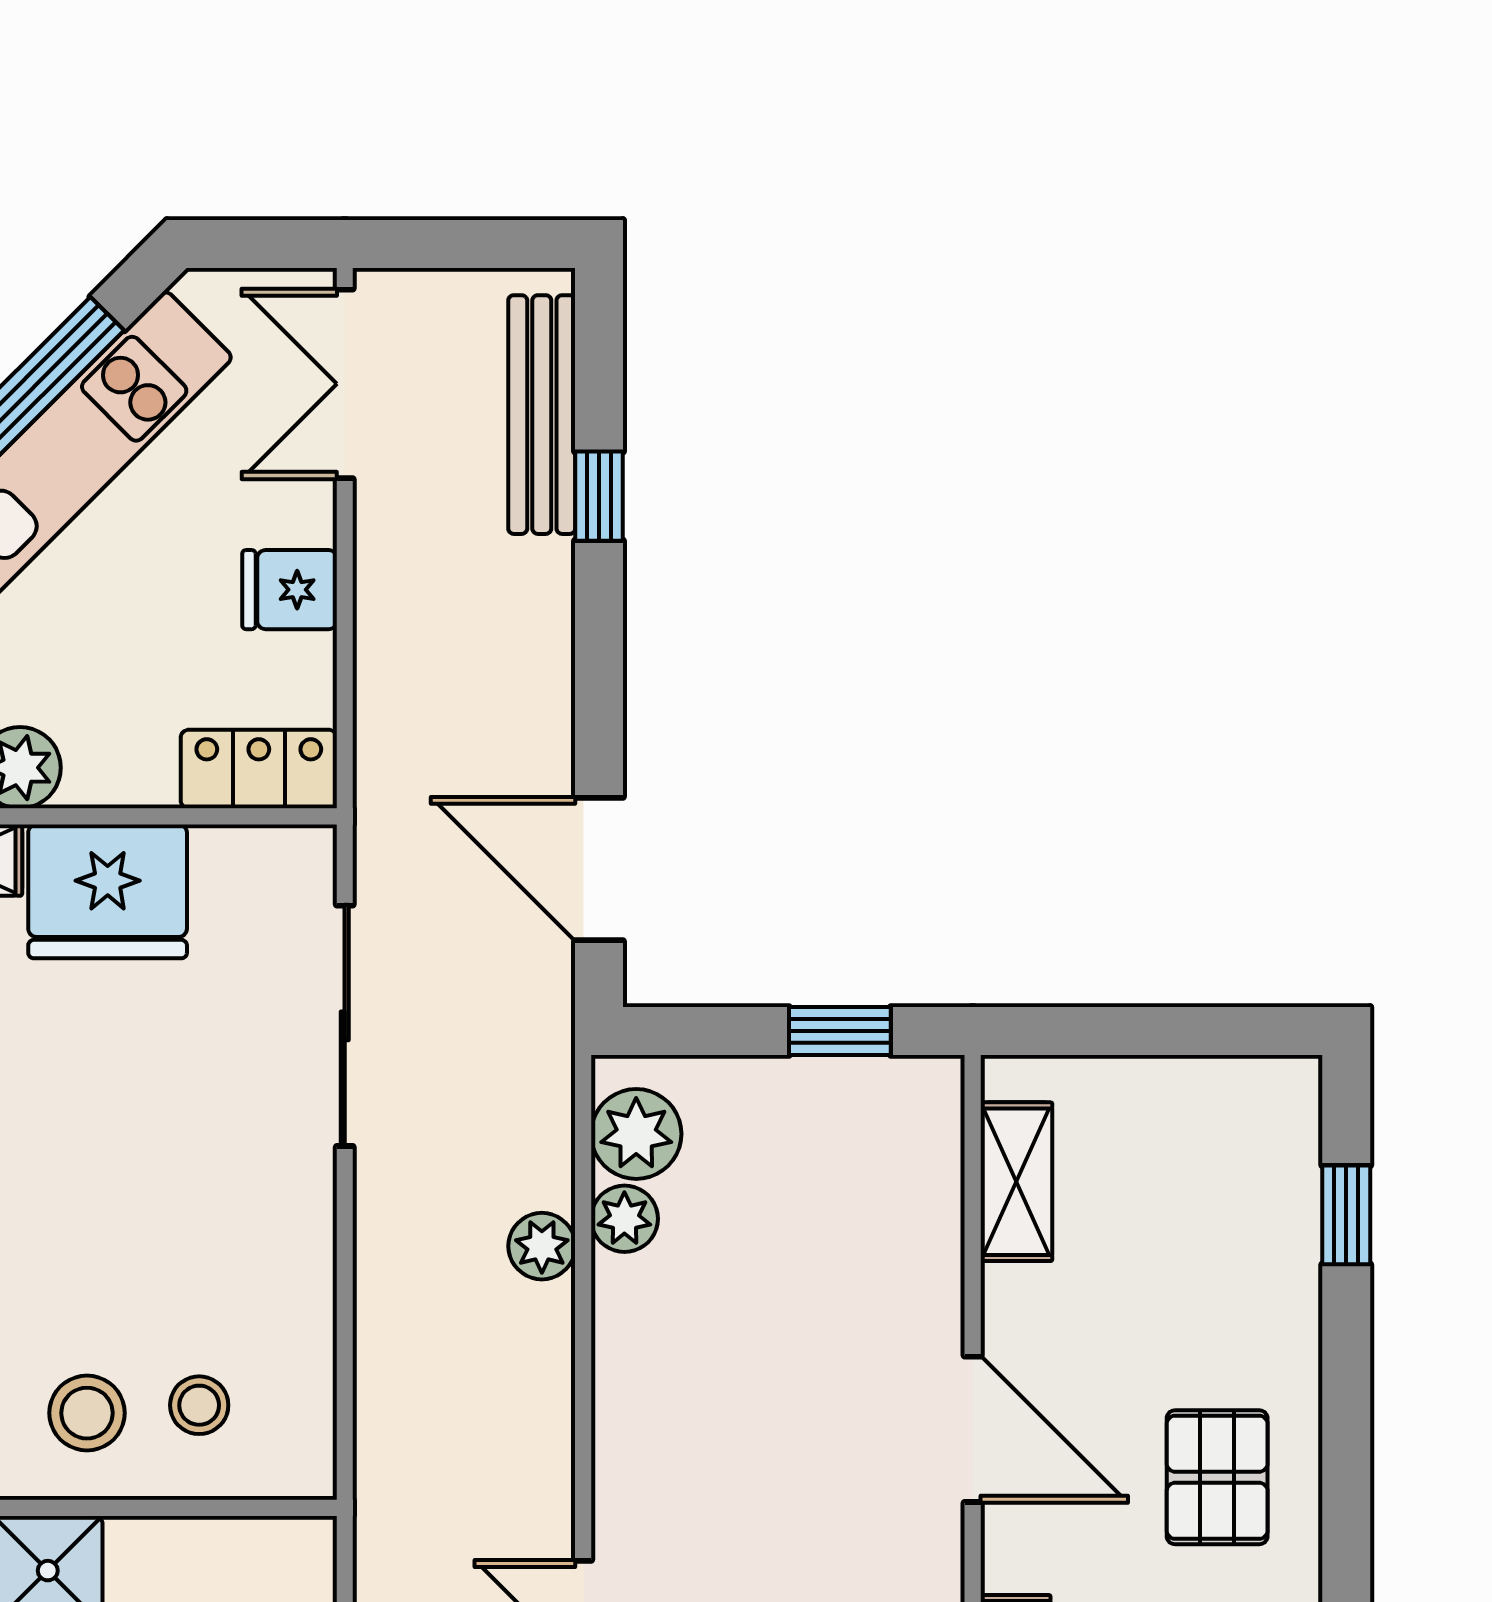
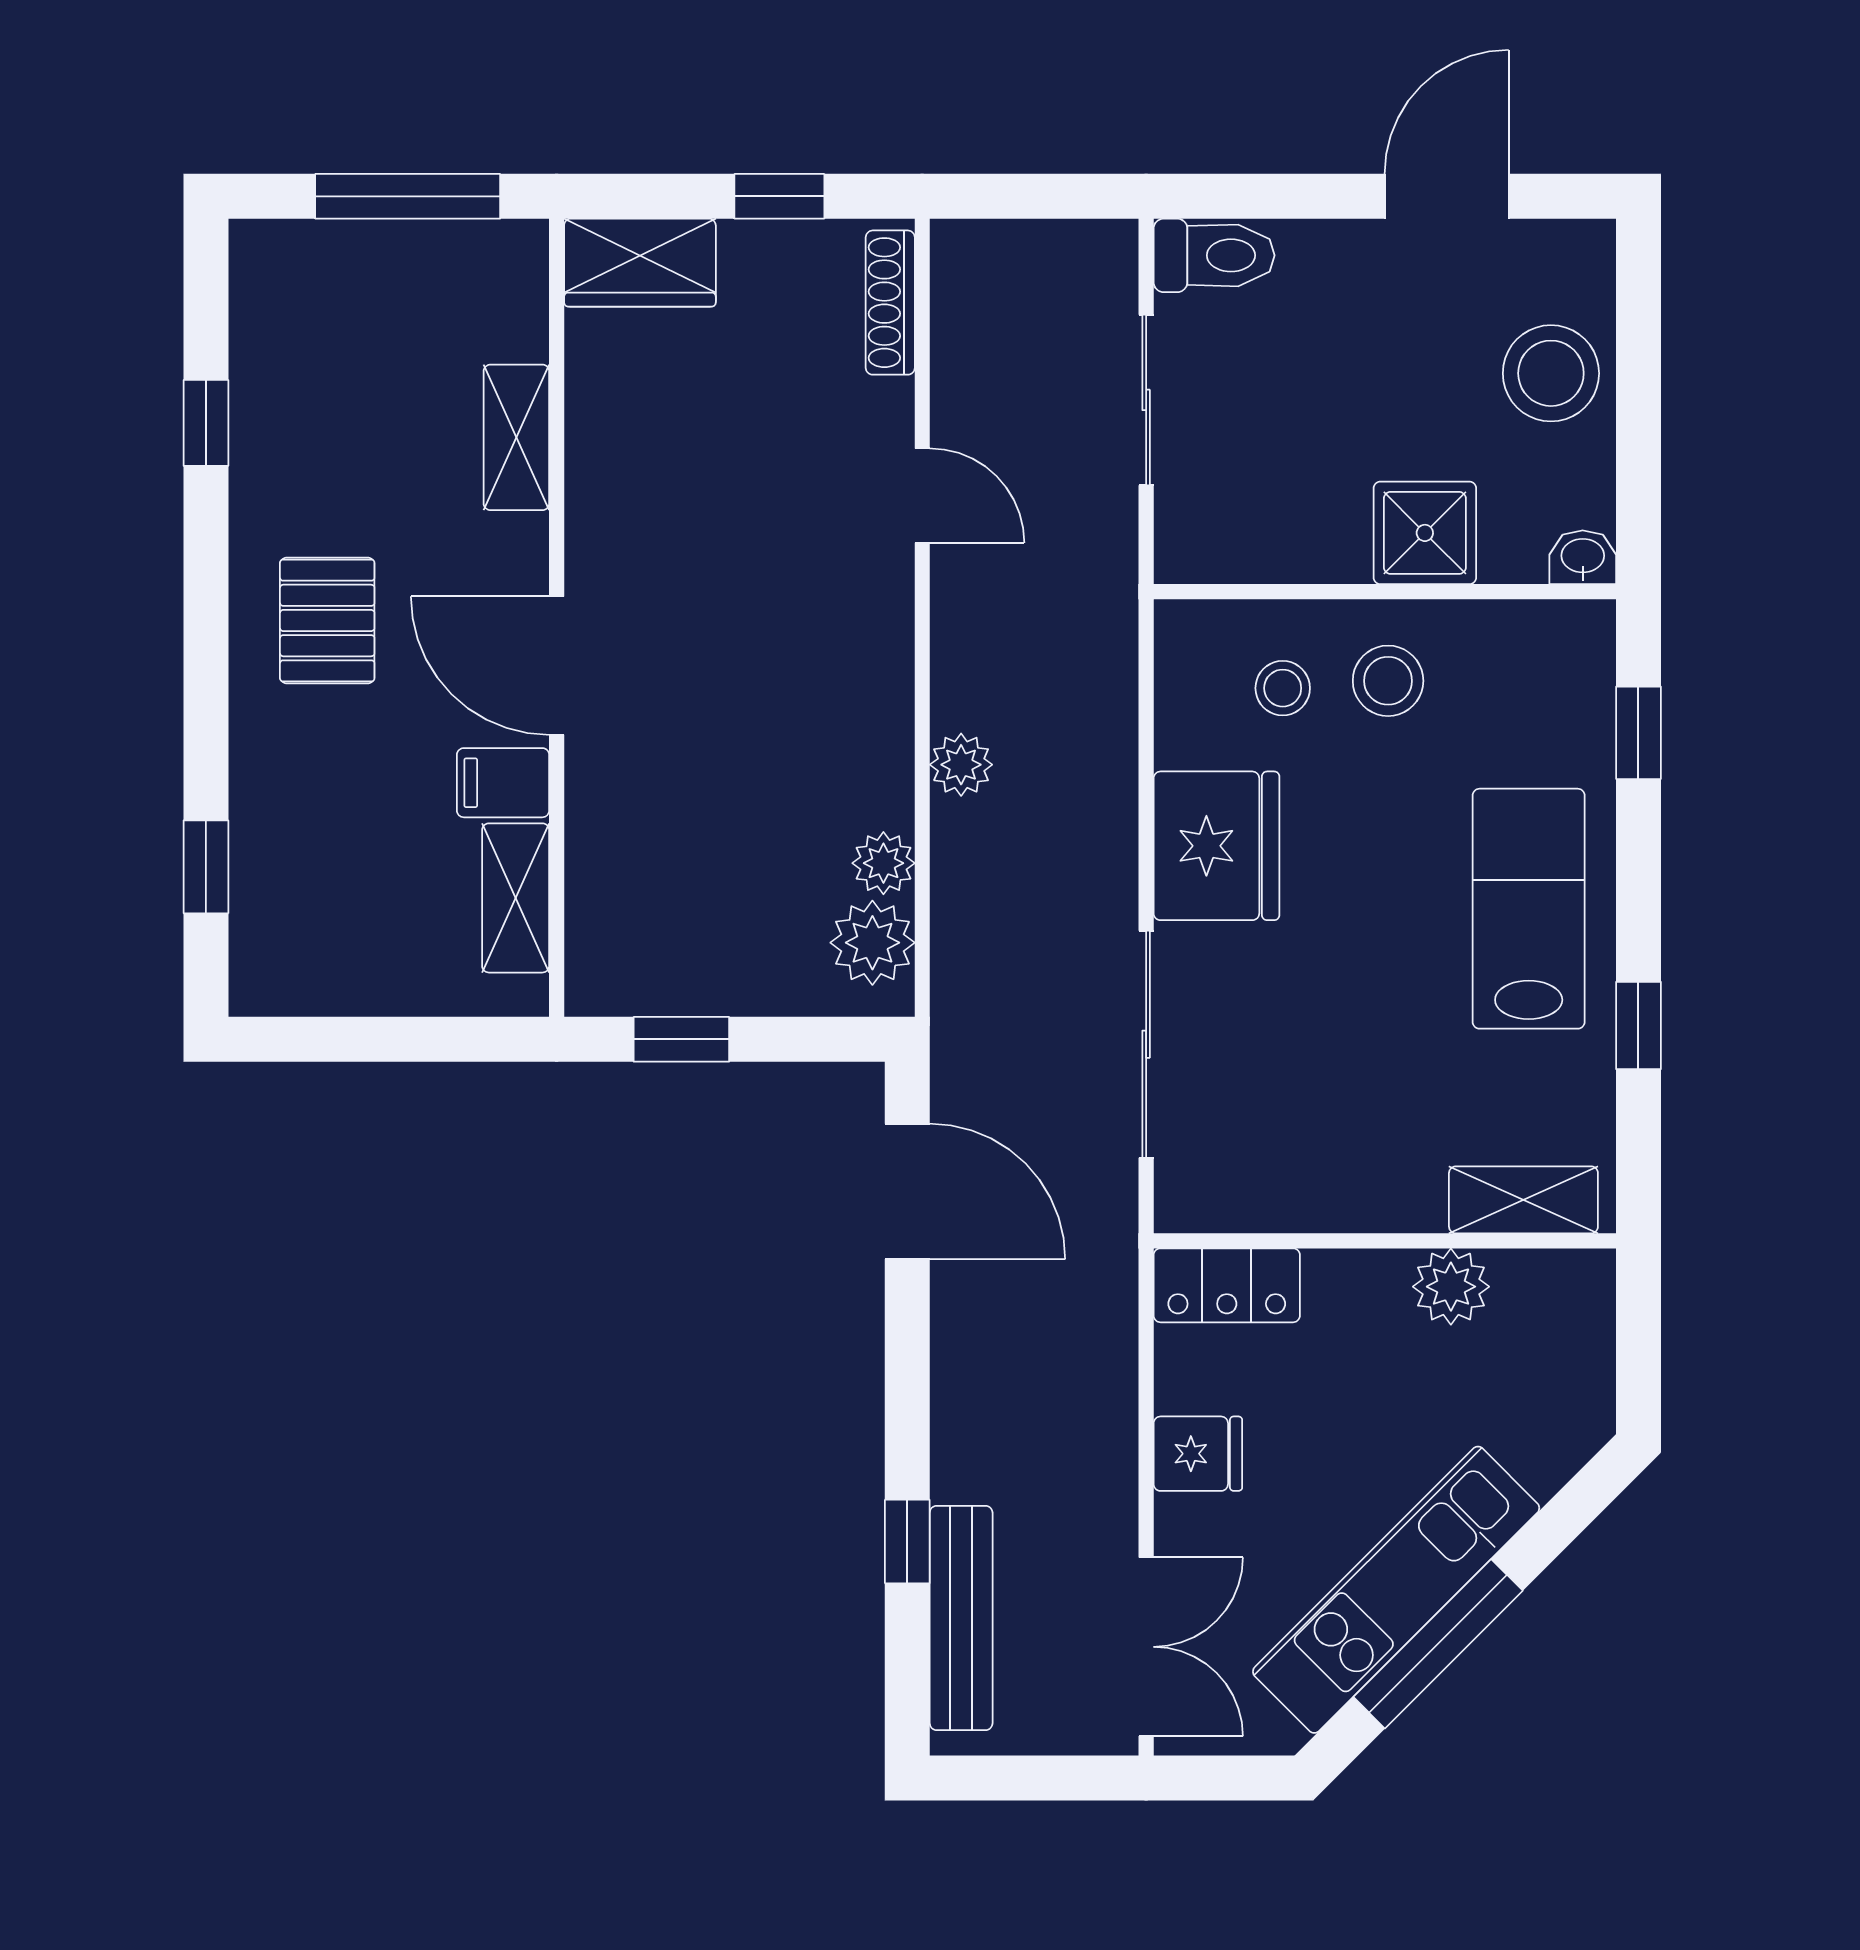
fridge: (108, 891) -> (1216, 846), moved, turned 90
plant: (542, 1246) -> (961, 765), moved
filing cabinet: (1030, 1304) -> (503, 783), added

